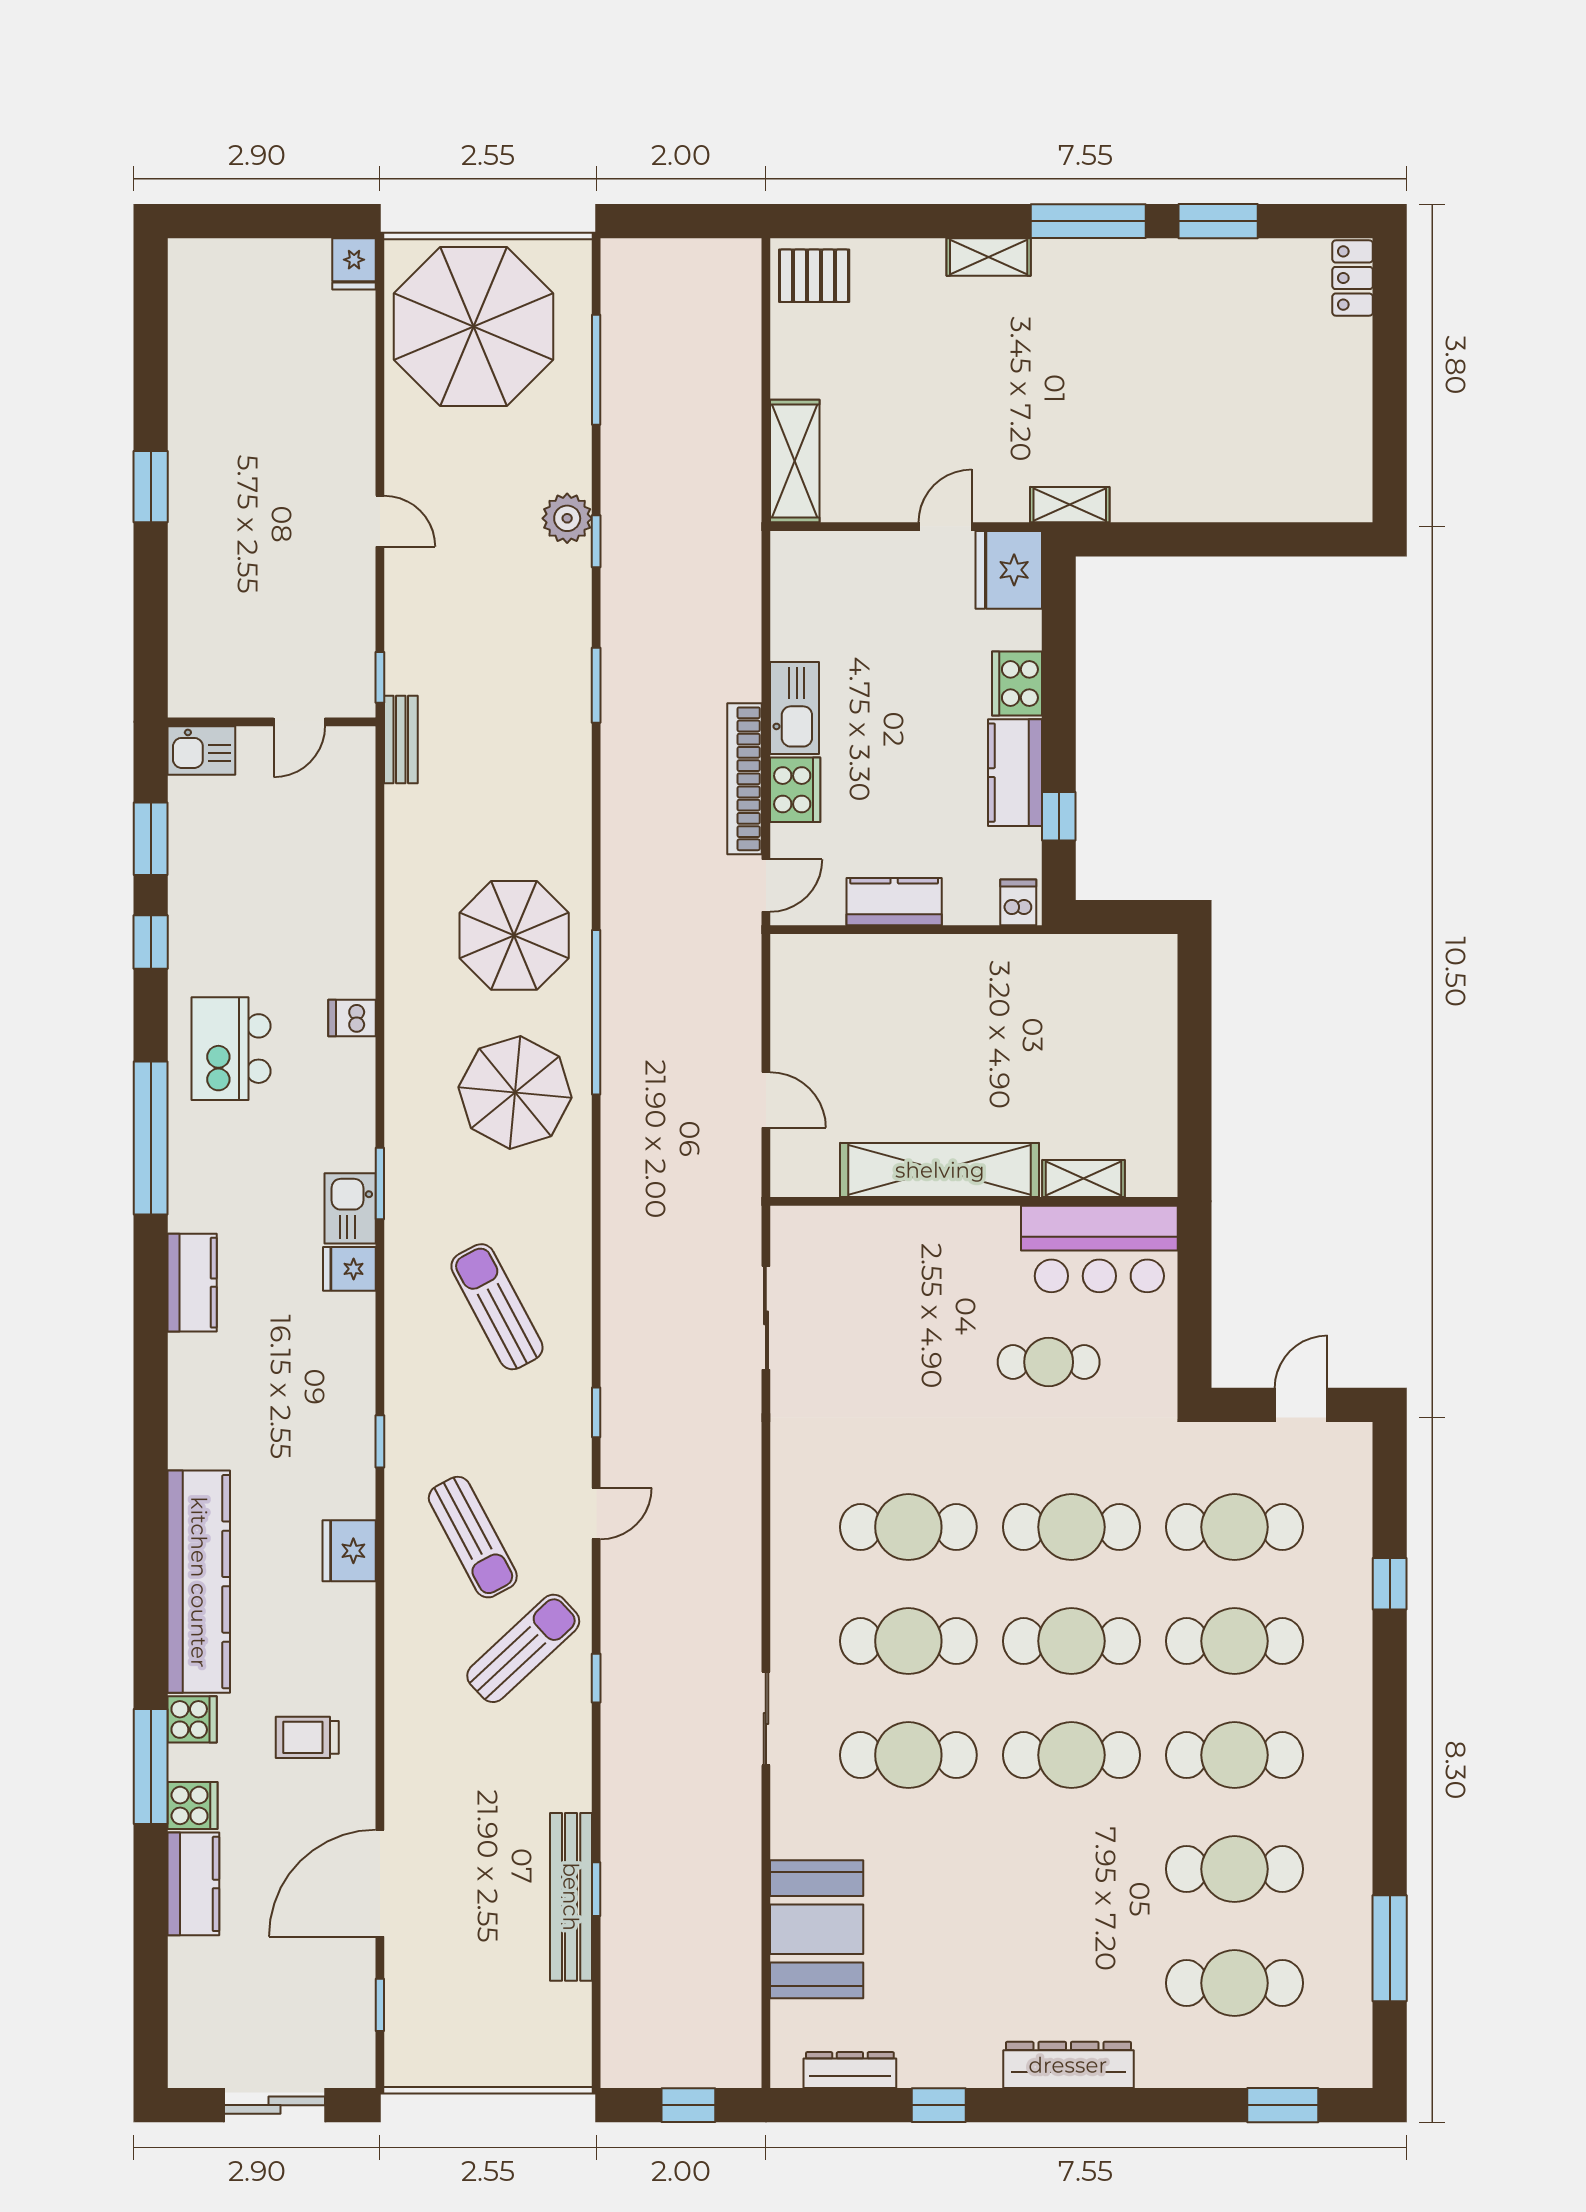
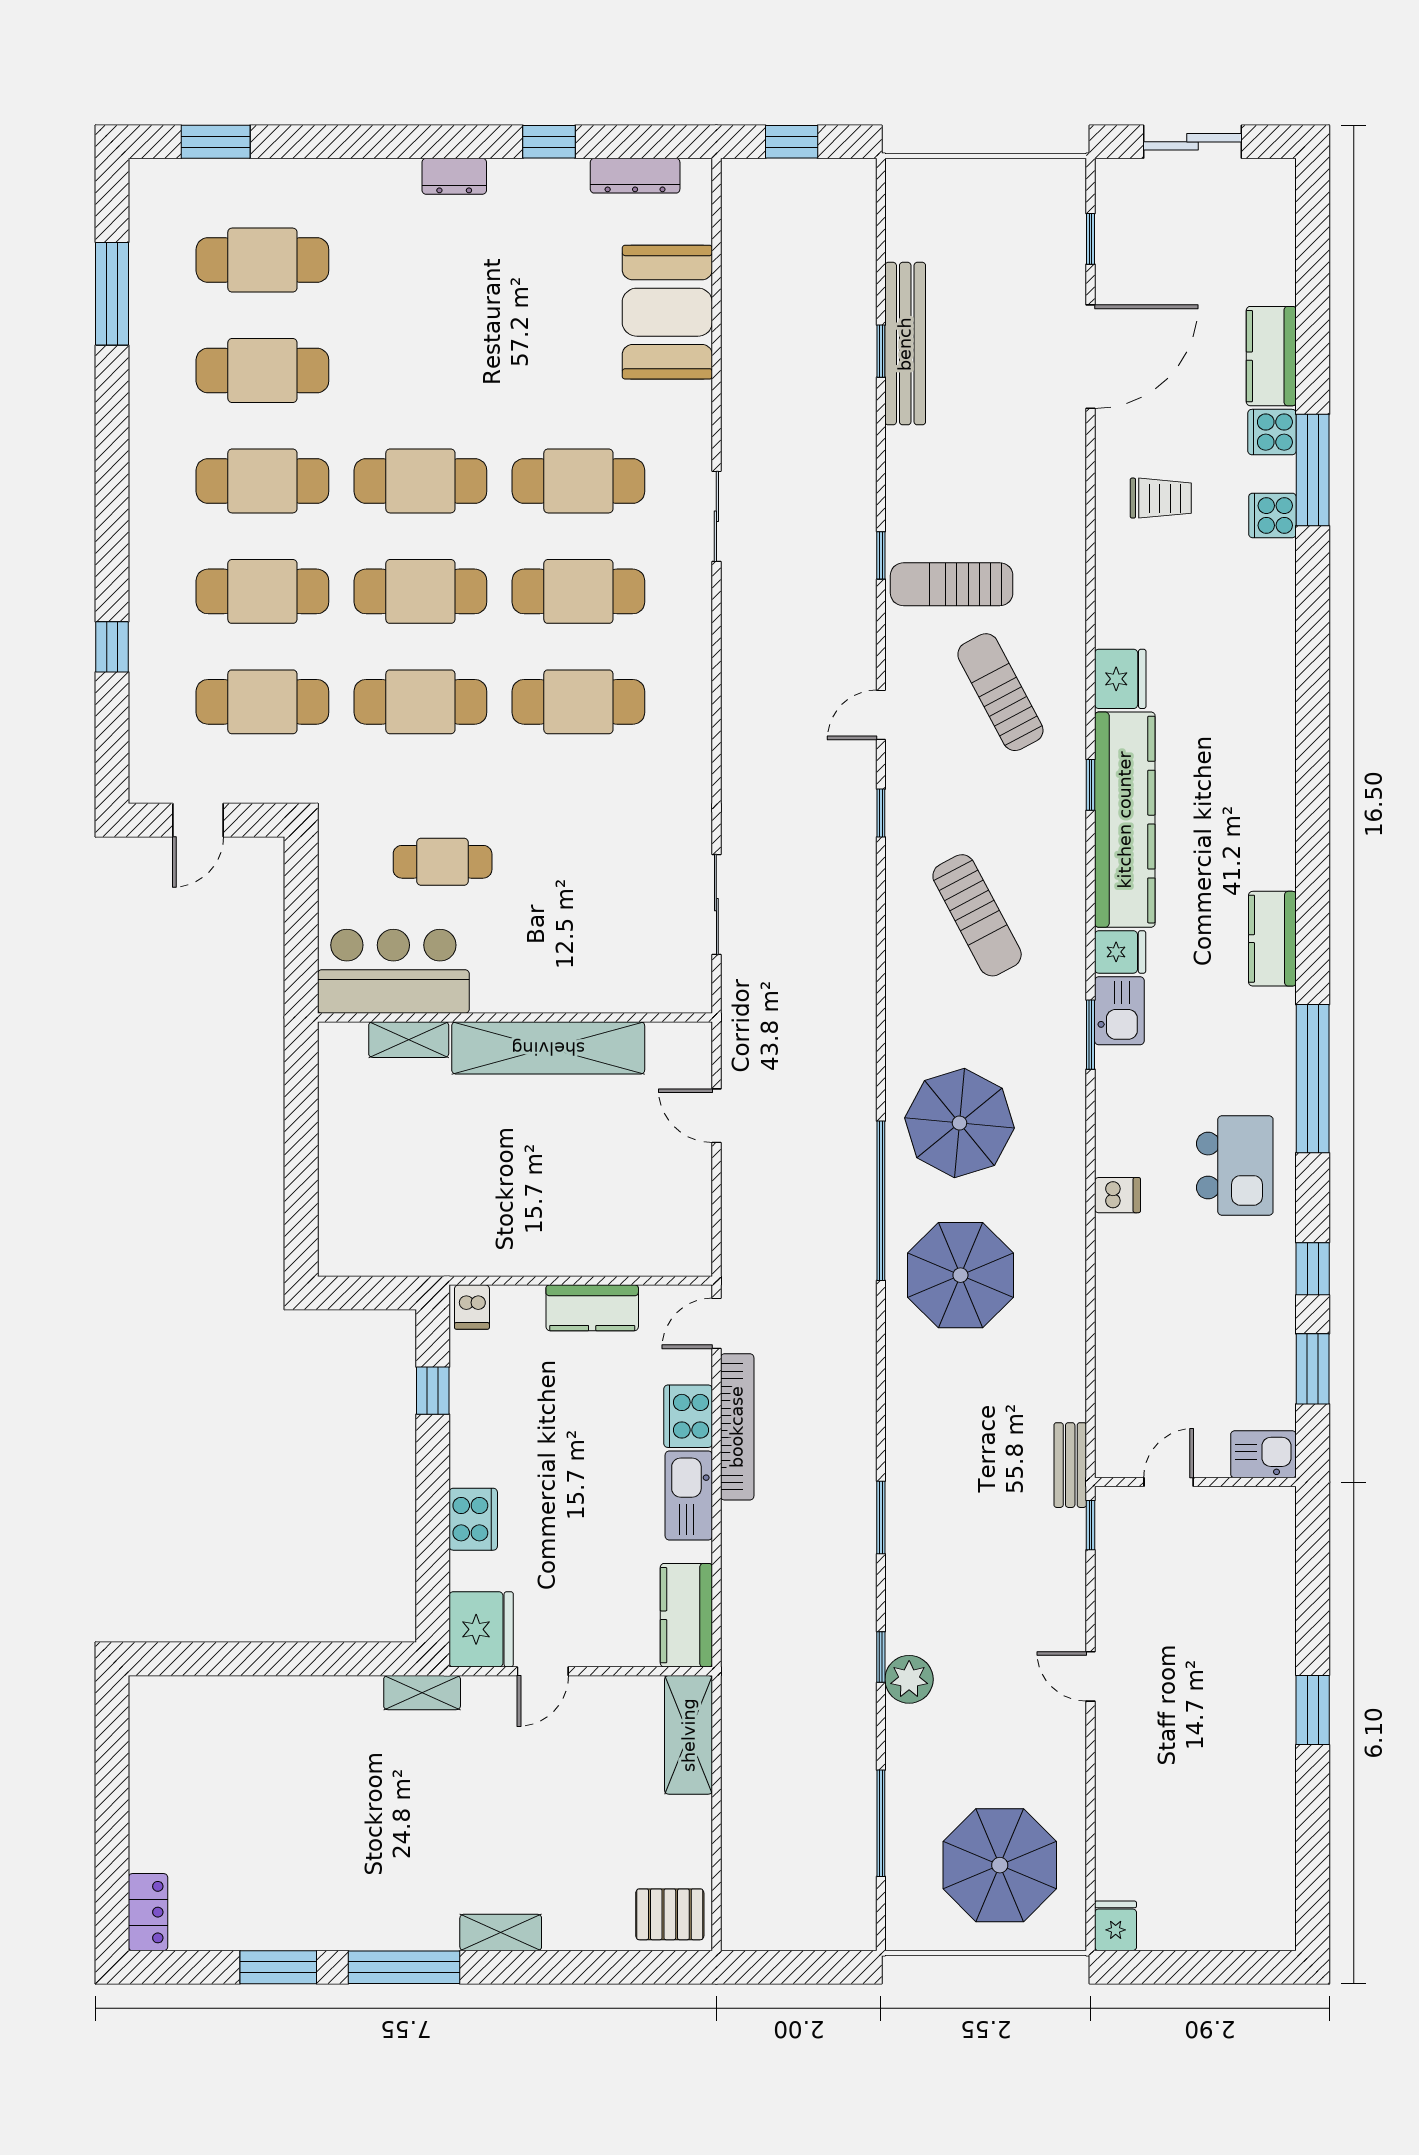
parasol: (474, 326) -> (1000, 1865), width x0.73, depth x0.73
kitchen counter: (1015, 773) -> (686, 1615), moved, turned 180
kitchen counter: (199, 1582) -> (1125, 820), moved, turned 180
sun lounger: (523, 1648) -> (952, 584), turned 43
dresser: (1068, 2065) -> (454, 176), width x0.51, depth x0.80

